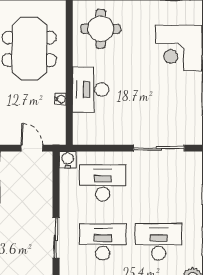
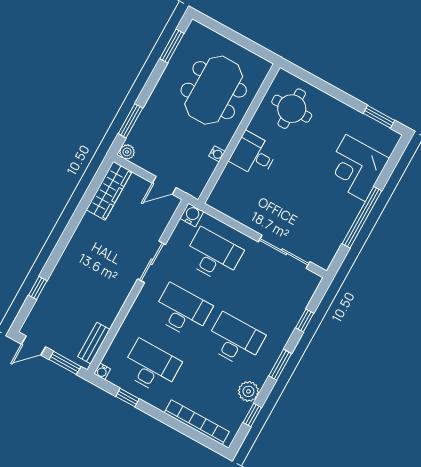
desk: (91, 89) -> (254, 155), width x0.73
door: (32, 148) -> (164, 185), swing flipped
sliding door: (56, 238) -> (152, 262), moved

